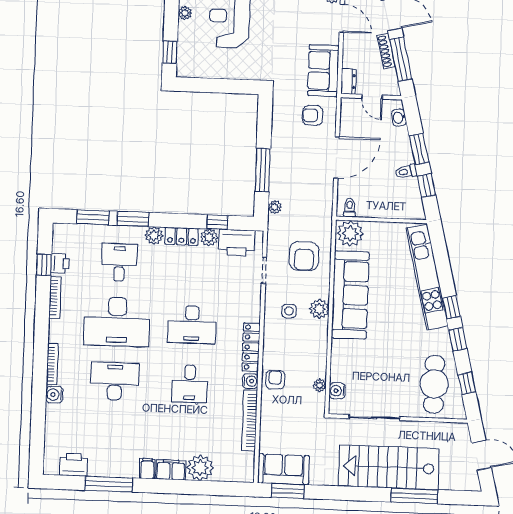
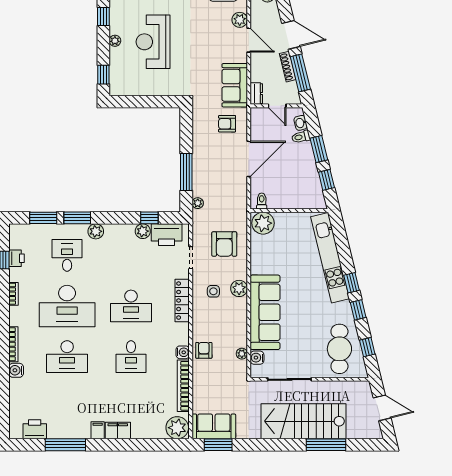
toilet: (406, 172) -> (301, 137), moved
locker: (182, 236) -> (119, 231), removed
sofa: (350, 295) -> (265, 312), moved
bookcase: (55, 297) -> (13, 294), width x0.64
locker: (251, 347) -> (182, 301), moved
desk: (115, 381) -> (67, 357), turned 180
plant: (200, 468) -> (177, 428), moved

